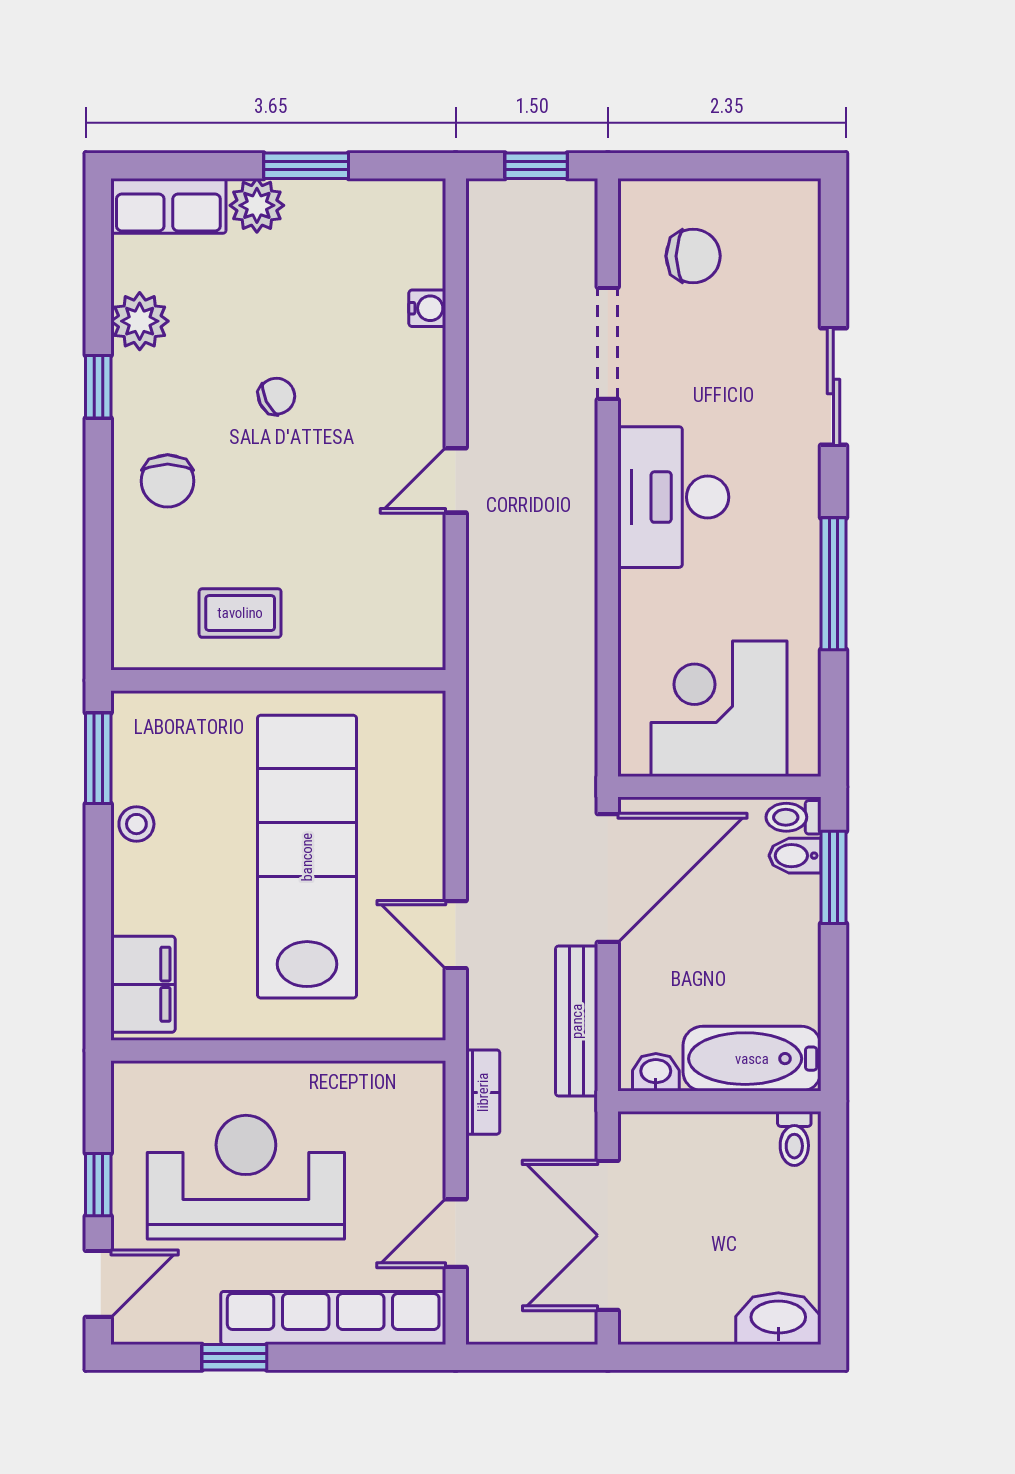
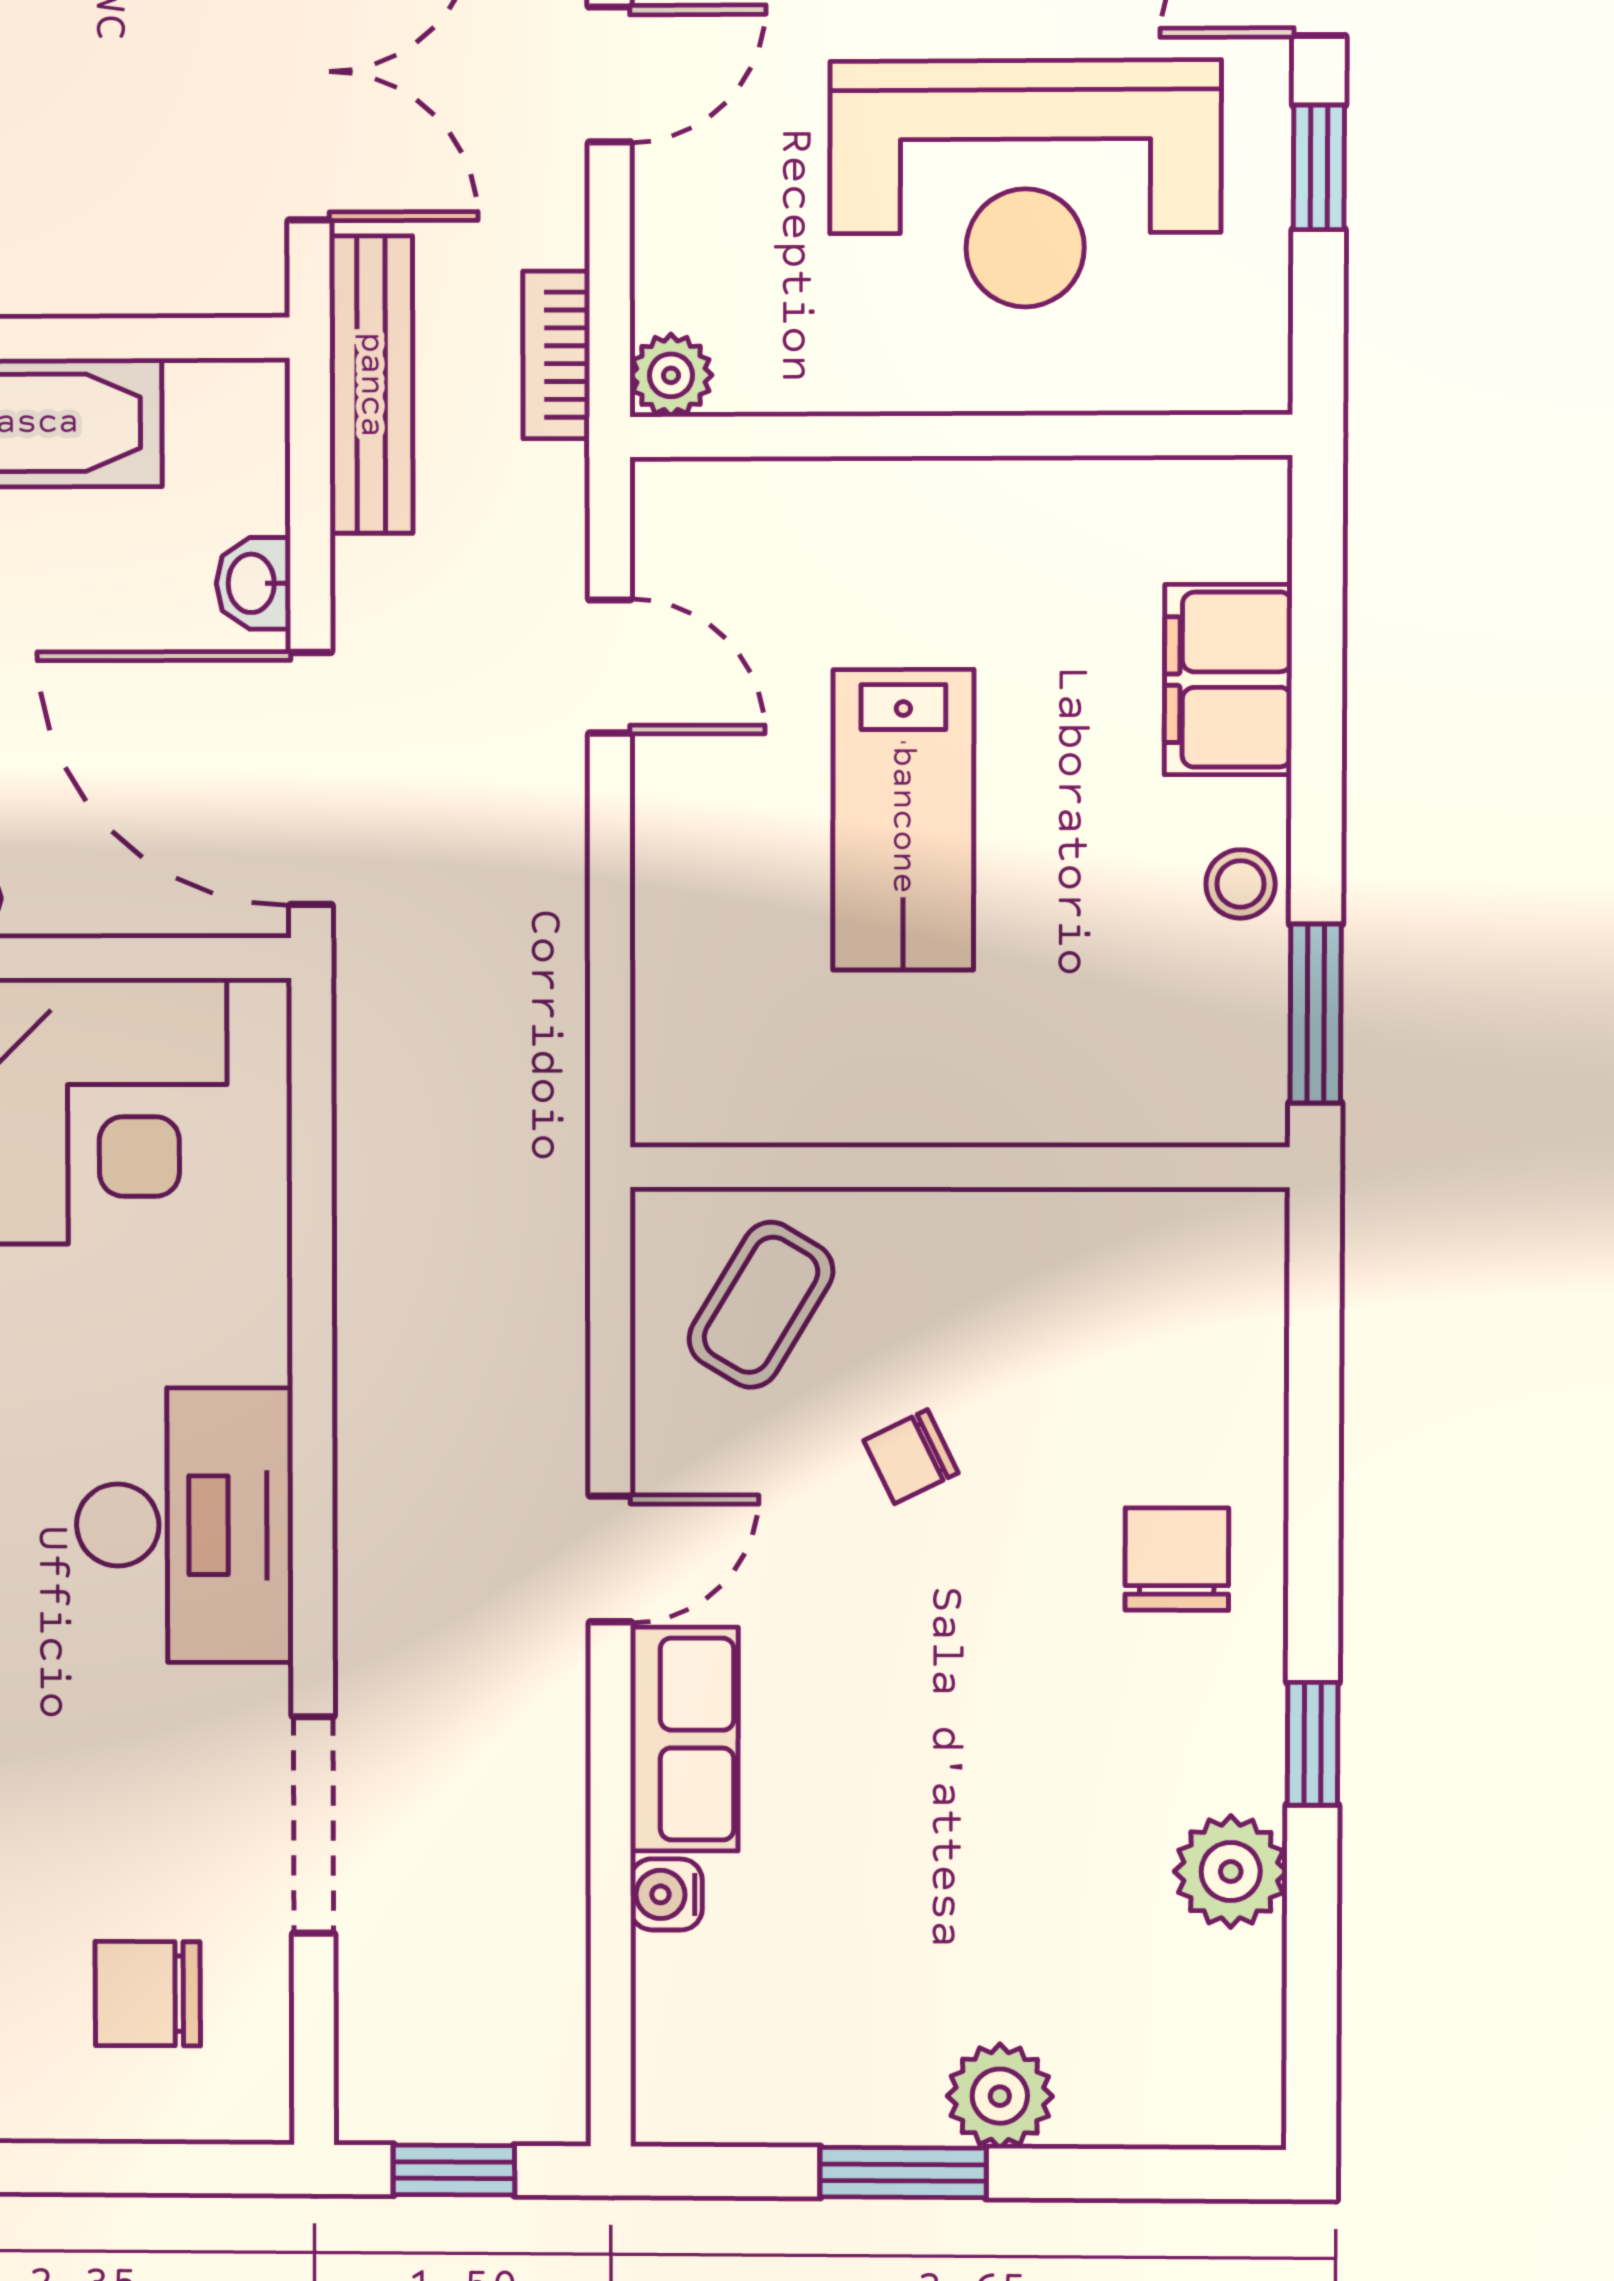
row of seats: (168, 206) -> (684, 1739), moved, turned 90
chair: (276, 396) -> (911, 1457), moved
coffee table: (240, 613) -> (761, 1305), moved, turned -59
lab bench: (307, 857) -> (903, 820), width x0.54, depth x0.72
door: (608, 878) -> (311, 779), hinge flipped
filing cabinet: (143, 984) -> (1228, 680), moved
bench: (577, 1021) -> (371, 385), moved
washbasin: (656, 1072) -> (253, 583), moved, turned 90
plant: (425, 1082) -> (671, 375), added

